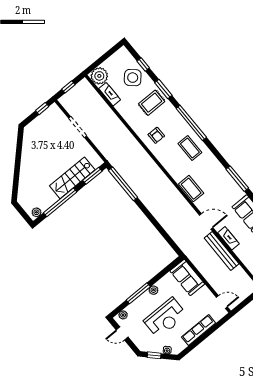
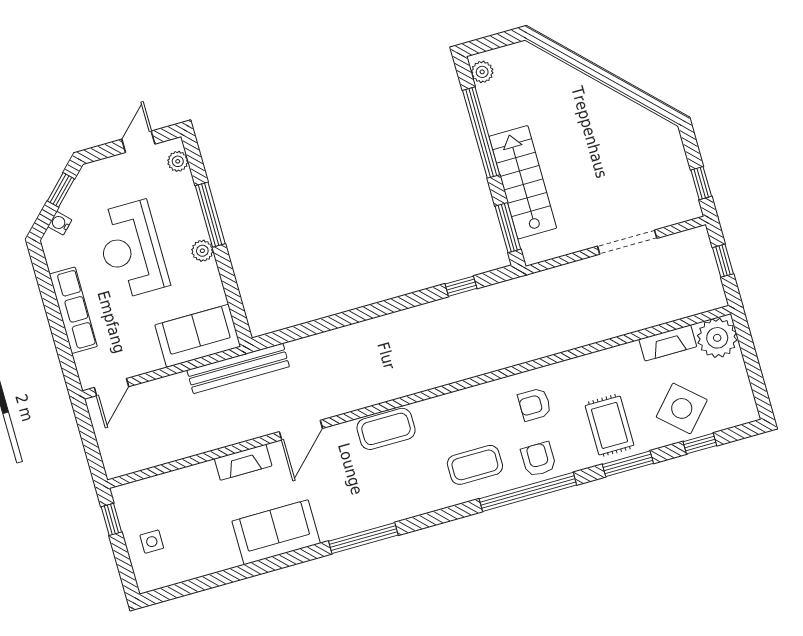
armchair: (177, 124) -> (538, 459), added
window: (123, 184) -> (461, 286), width x0.32
bench: (222, 251) -> (238, 368), moved

